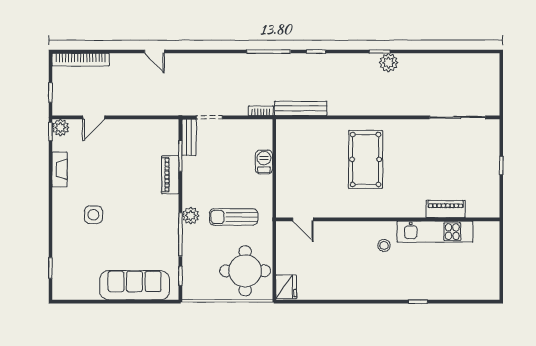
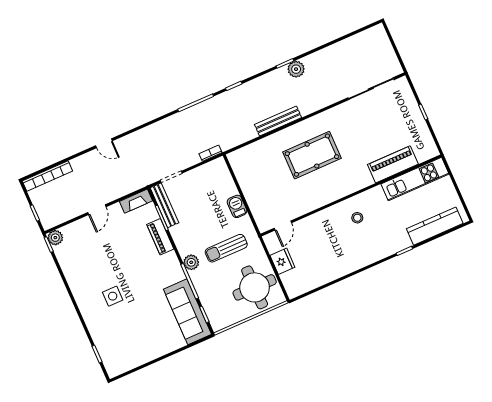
bench: (301, 108) -> (278, 121), moved
door: (94, 117) -> (97, 210), moved
bench: (189, 137) -> (164, 205), width x1.36
pool table: (366, 159) -> (312, 155), turned 90
barbecue: (264, 162) -> (237, 206), moved
fireplace: (60, 169) -> (136, 201), moved, turned 90
piano: (446, 209) -> (393, 164), width x1.37, depth x1.33
door: (303, 219) -> (283, 226), hinge flipped
kitchen unit: (435, 232) -> (415, 179), moved
sofa: (135, 285) -> (187, 312), moved, turned -90
fridge: (286, 287) -> (282, 261), moved
kitchen counter: (461, 290) -> (435, 226), added

